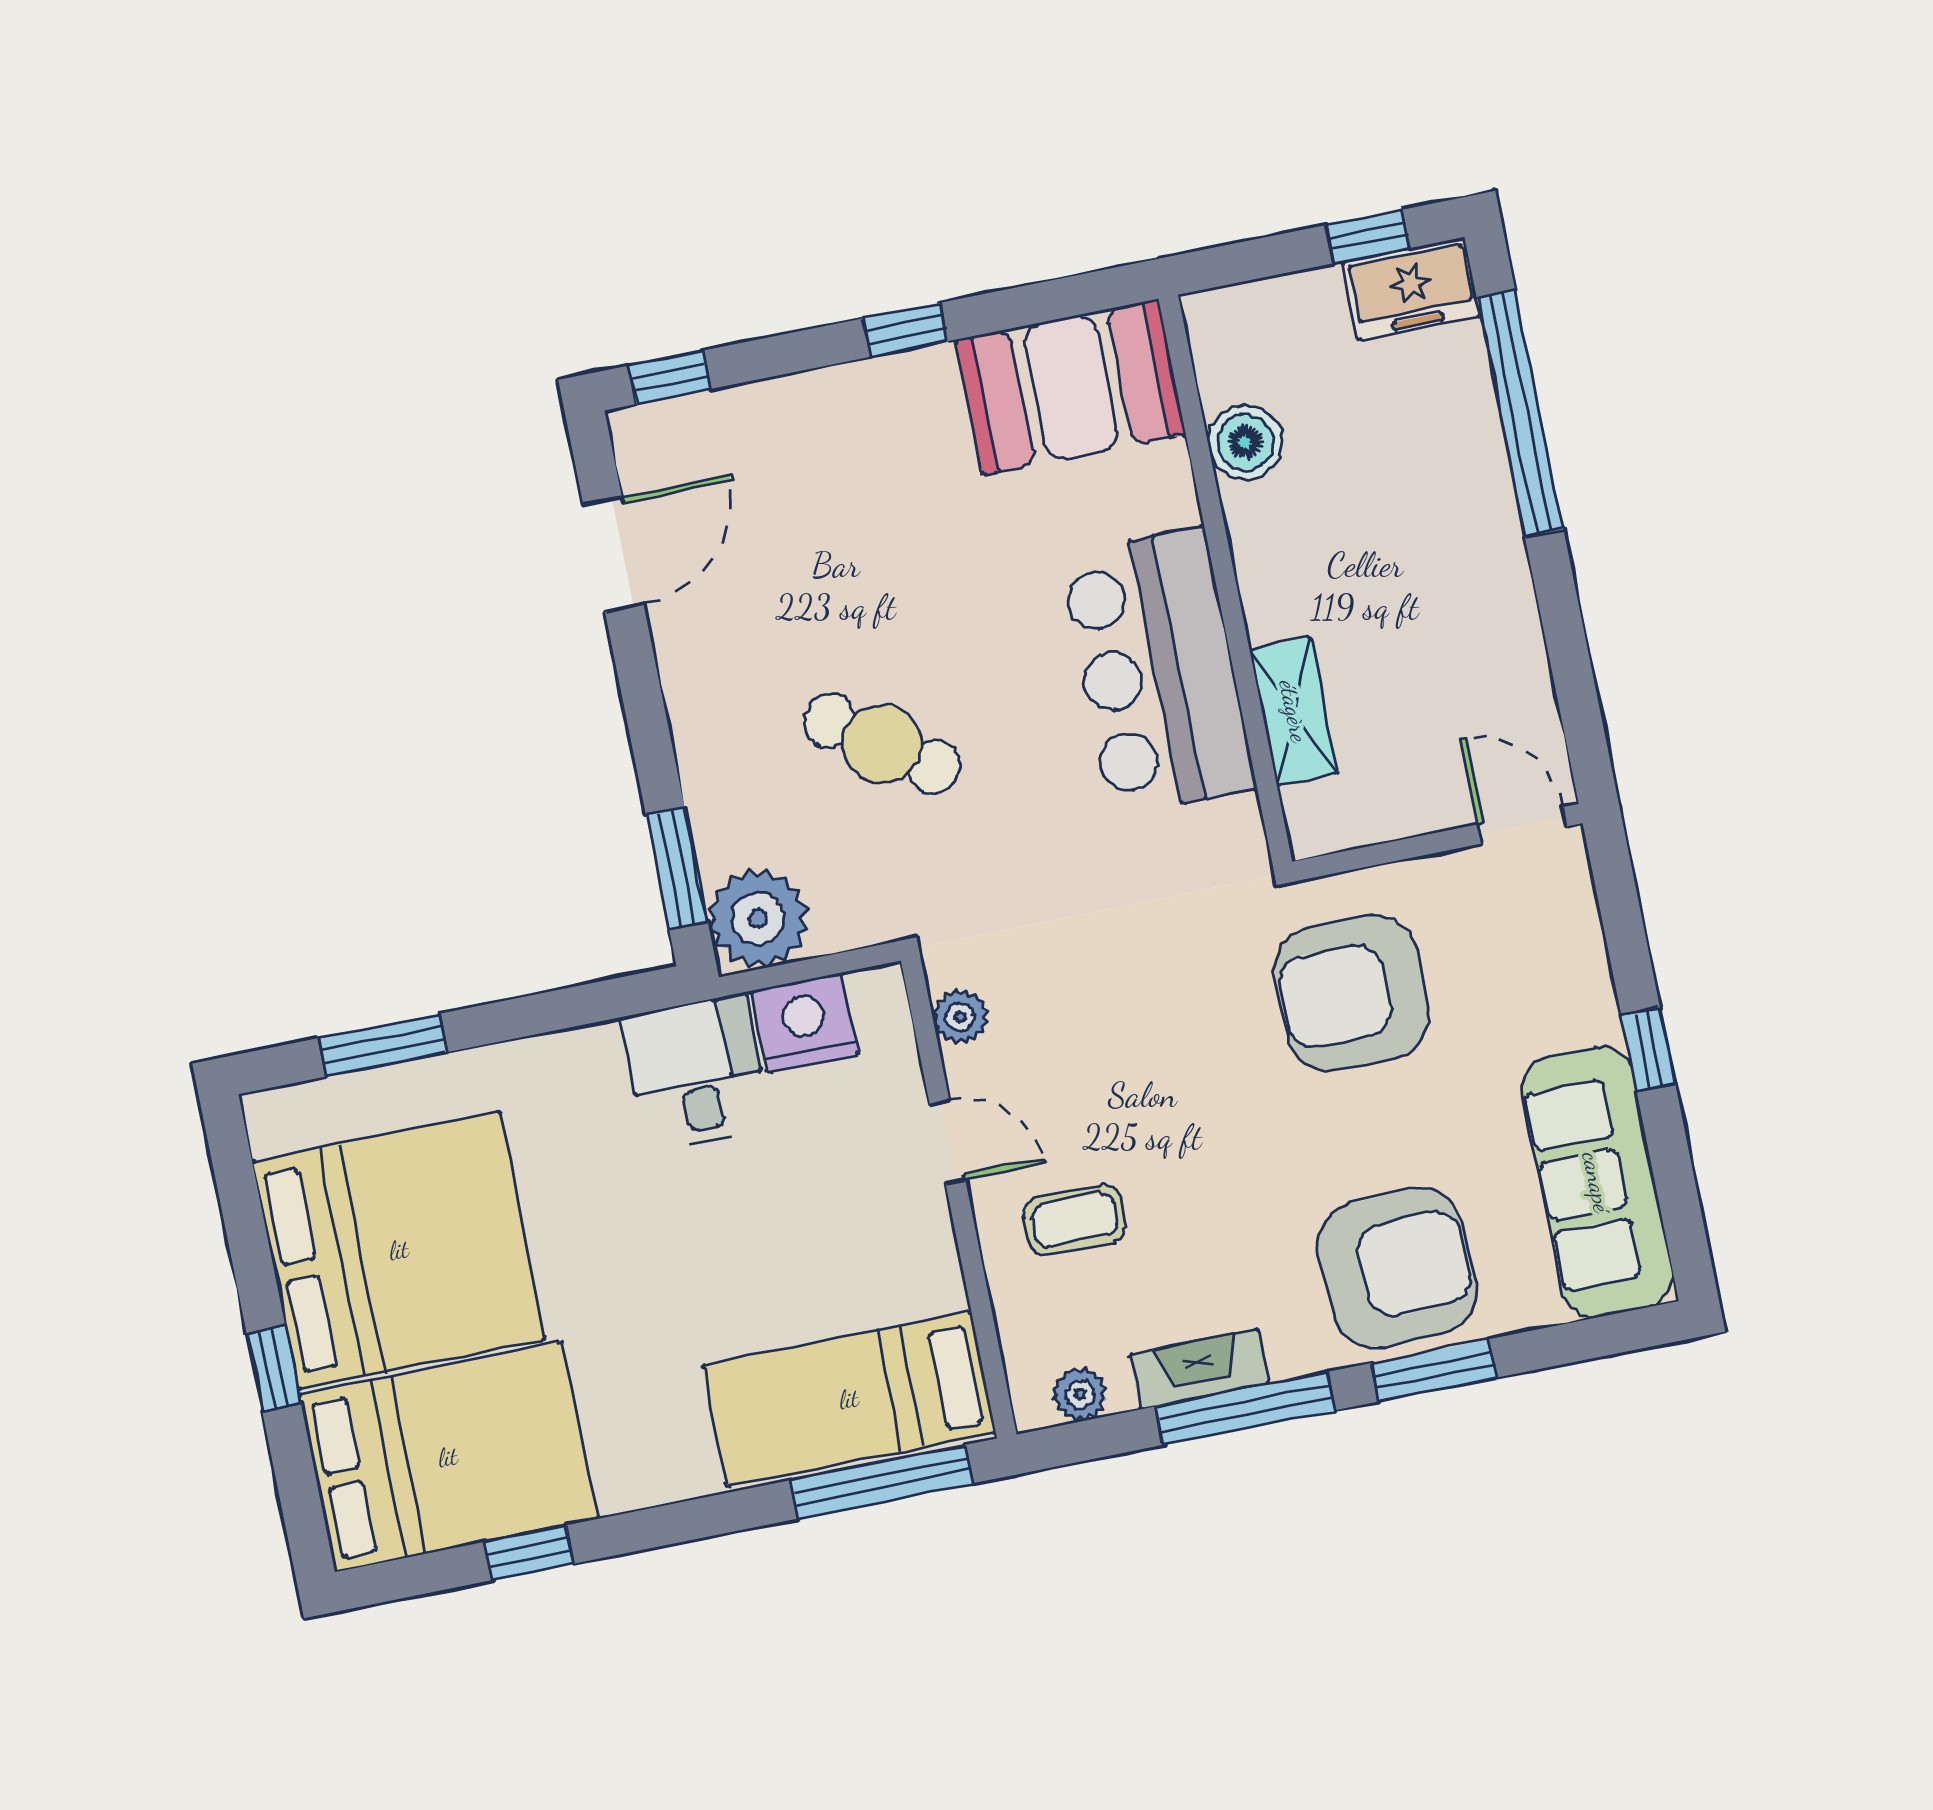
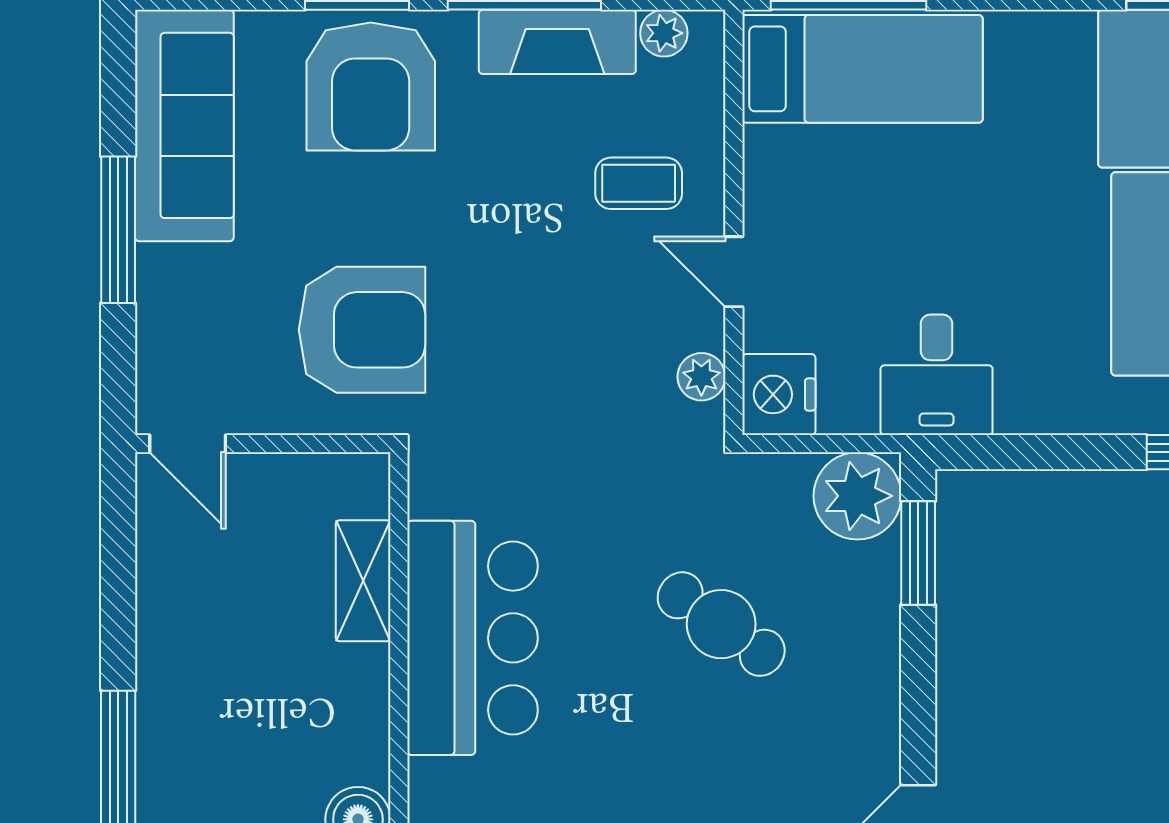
nightstand: (805, 1023) -> (779, 394), moved, turned 90
window: (1648, 1050) -> (118, 230), width x2.17
armchair: (1397, 1268) -> (371, 87), turned -88
fireplace: (1199, 1369) -> (557, 42), width x1.37, depth x1.32

